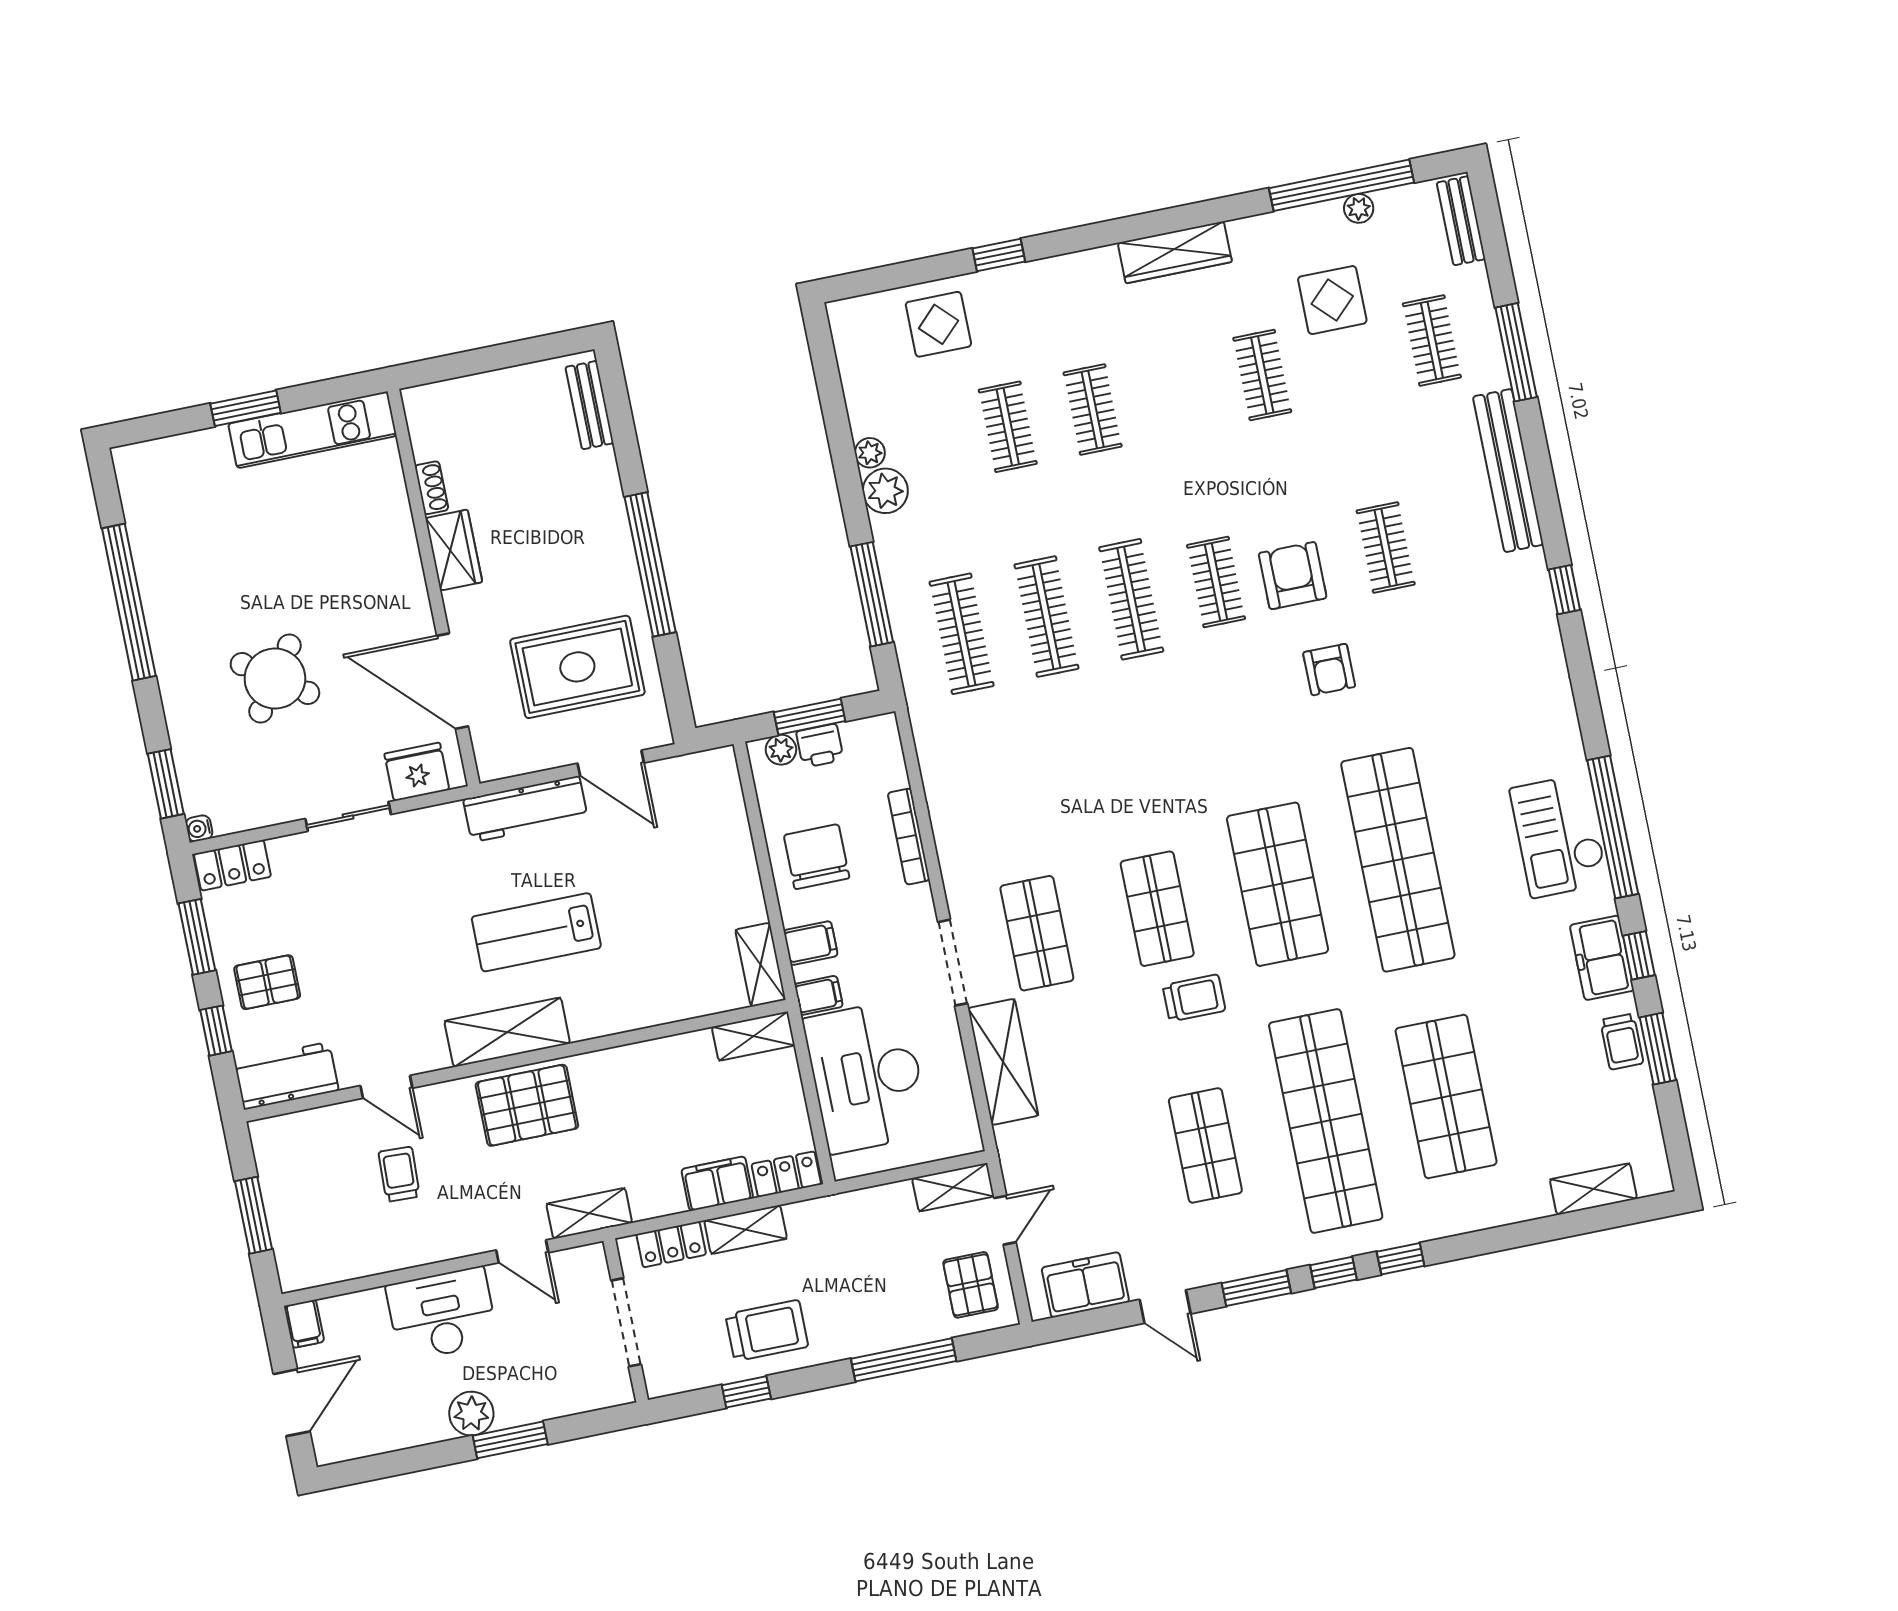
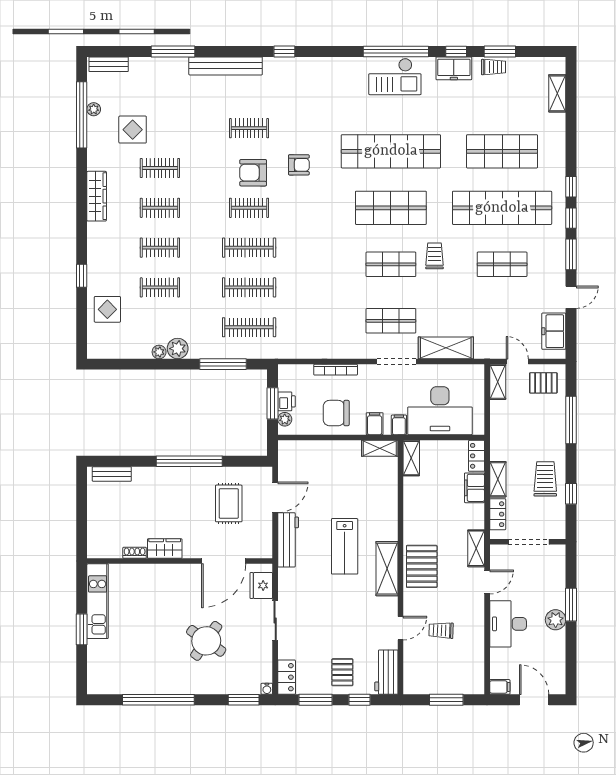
clothes rail: (1432, 340) -> (160, 208), moved
rug: (577, 667) -> (229, 503), width x0.73, depth x0.70

